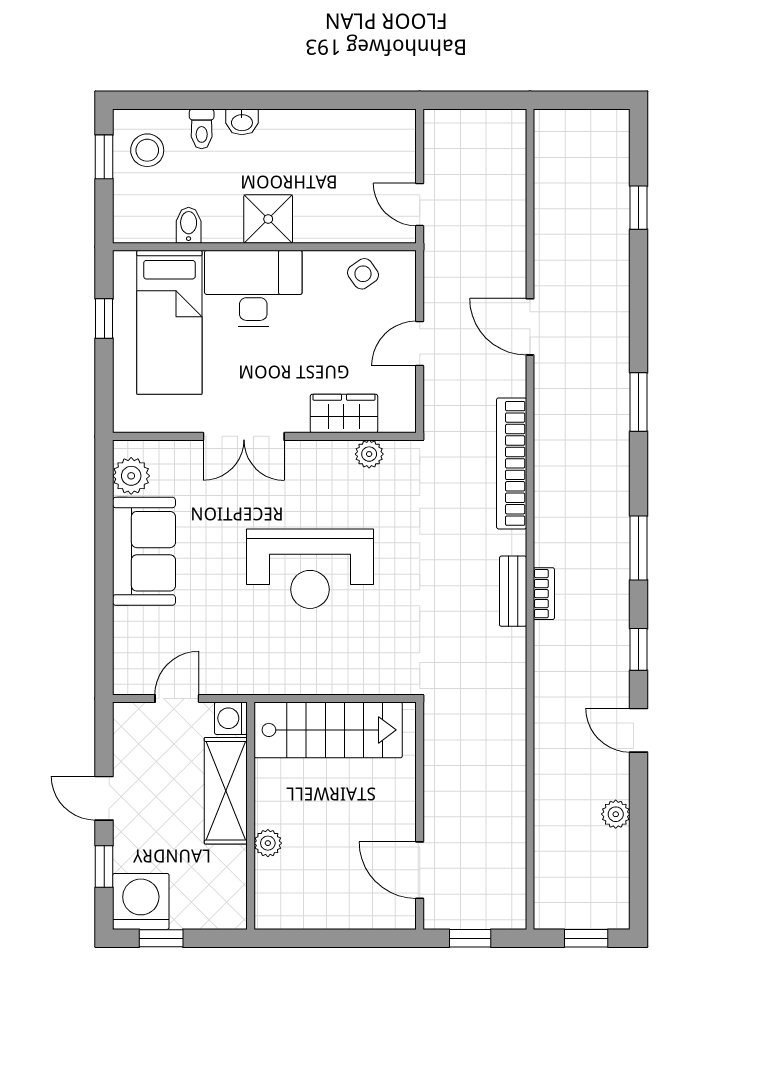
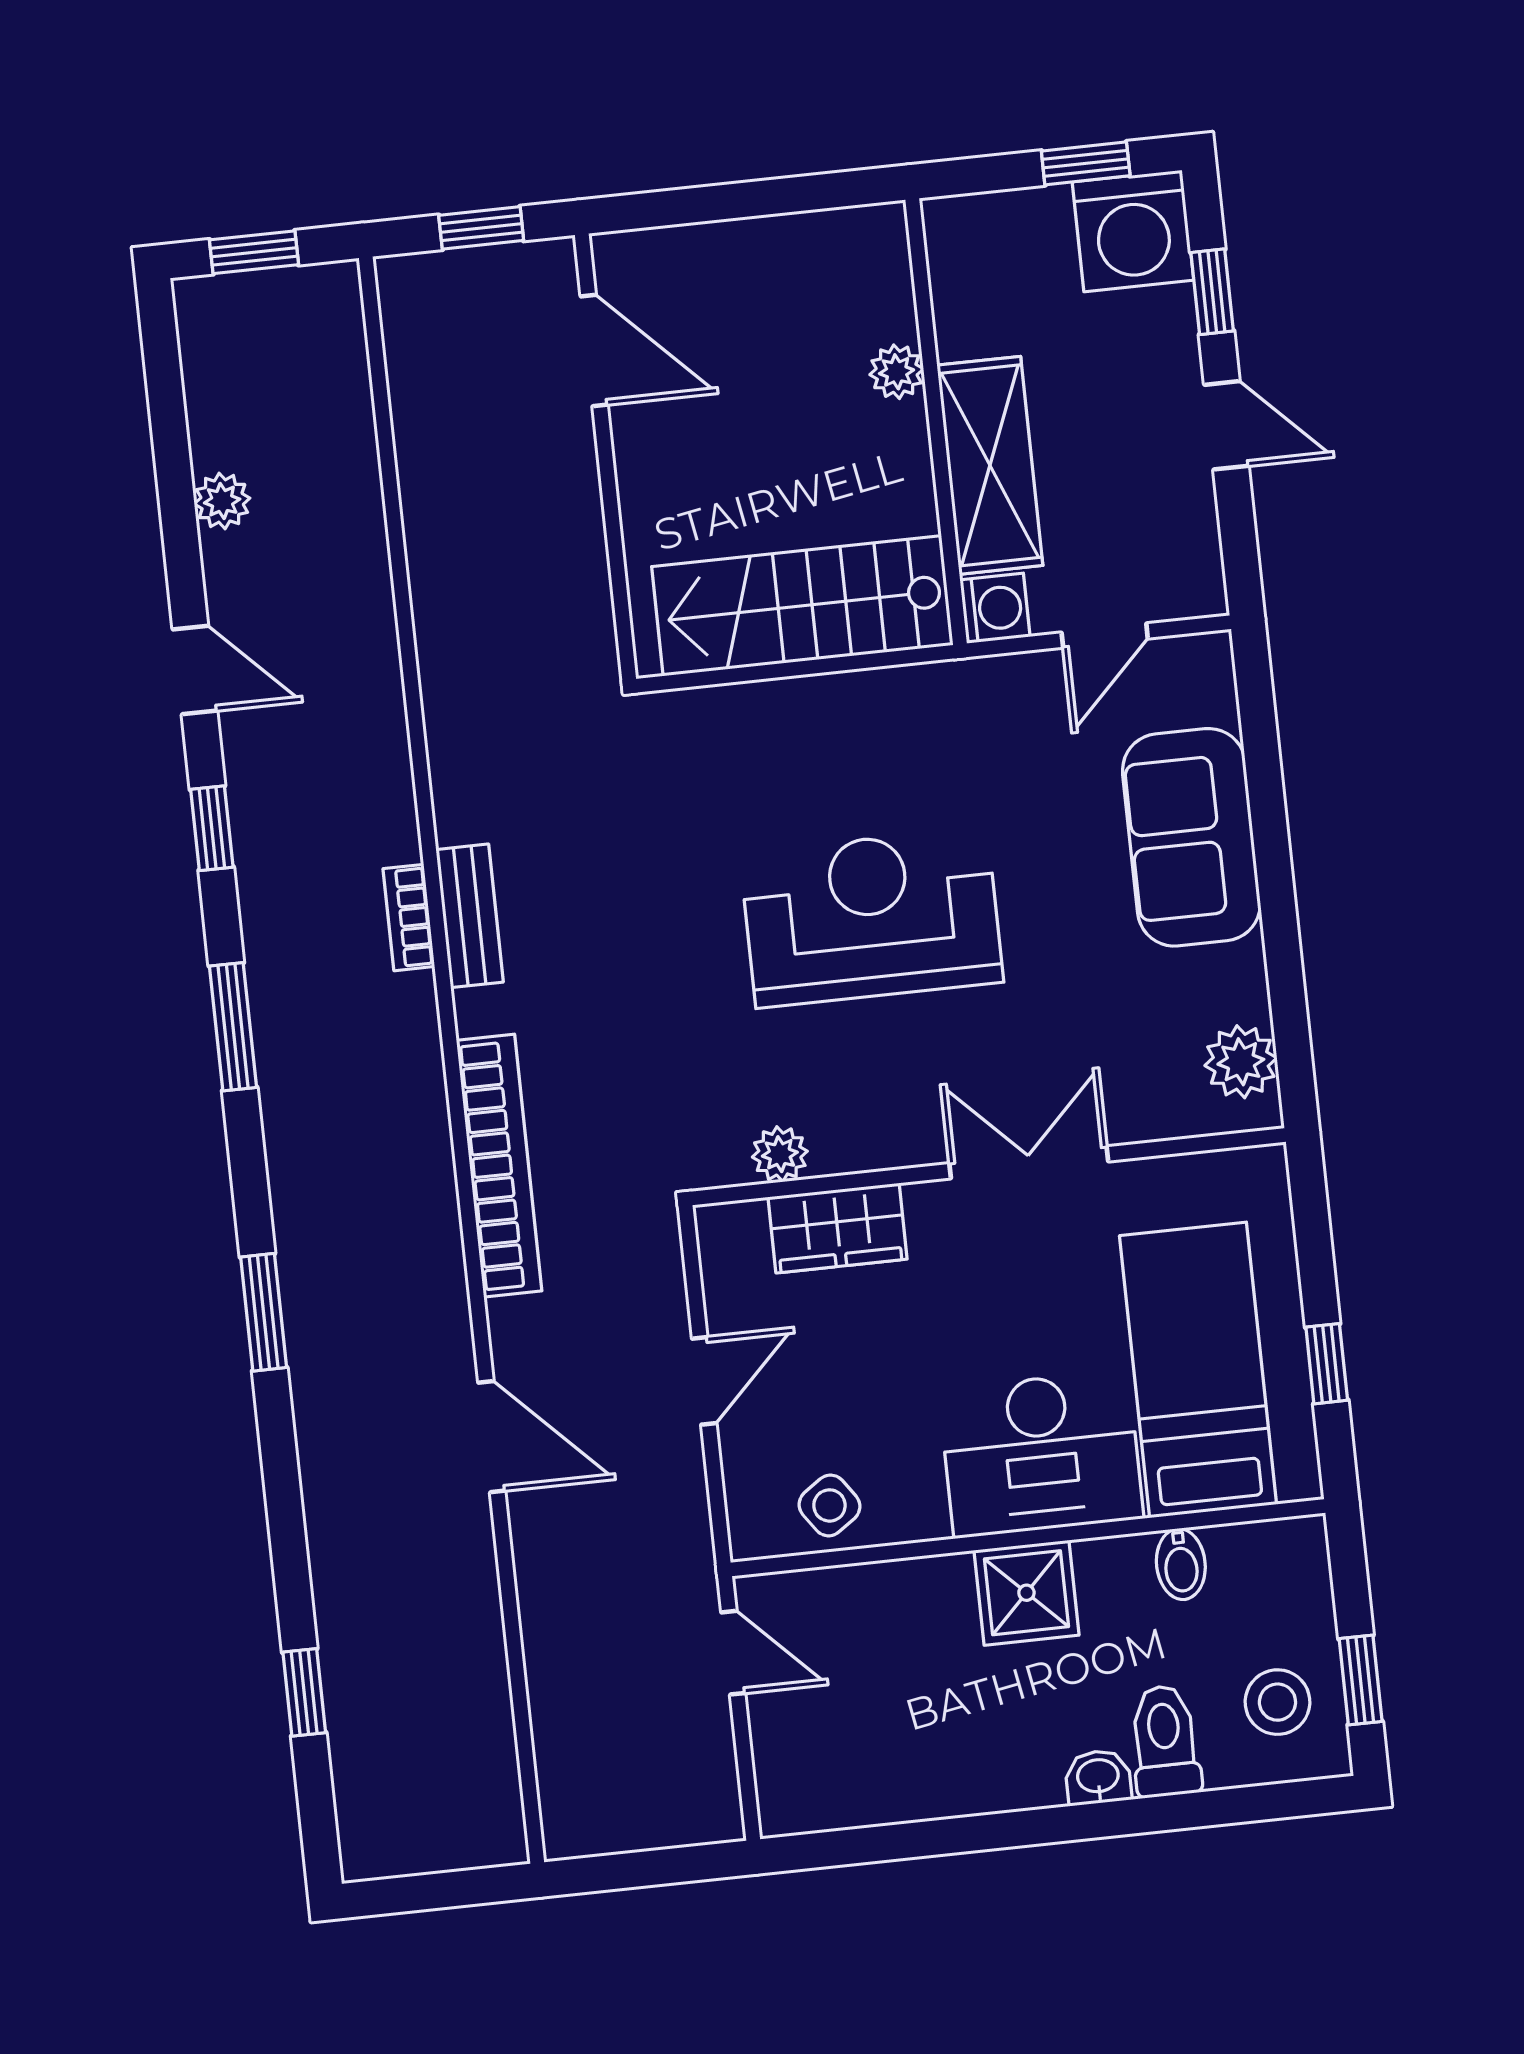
toilet: (202, 129) -> (1165, 1741), width x1.37, depth x1.39
sofa: (144, 551) -> (1191, 837), moved

